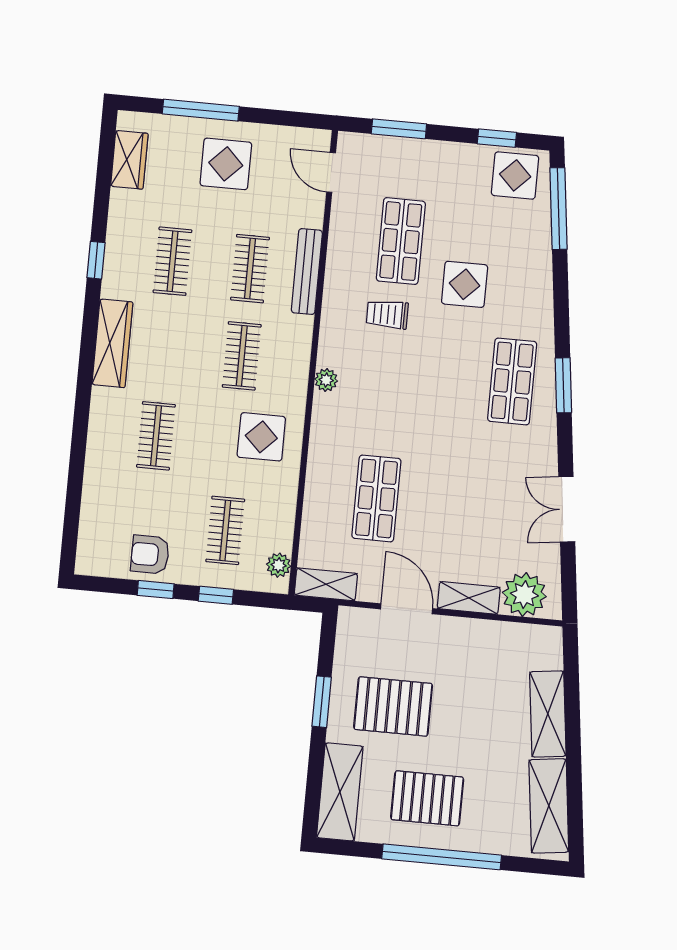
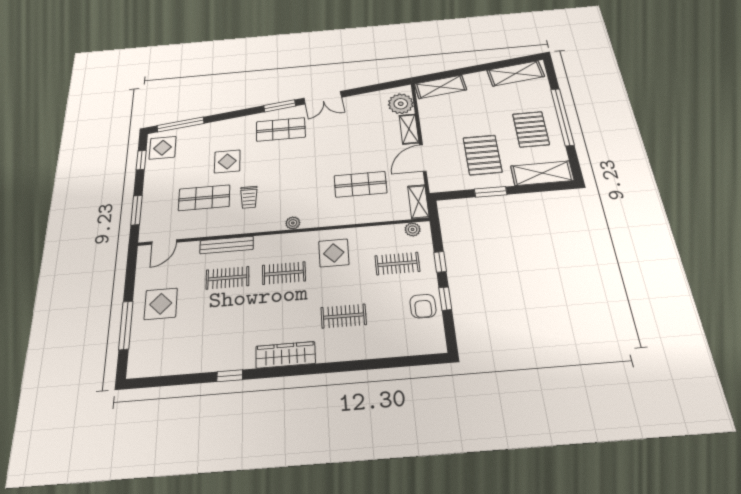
wardrobe: (129, 160) -> (160, 365), removed
clothes rail: (172, 261) -> (226, 326), removed
double door: (567, 509) -> (323, 98), moved
shelving: (548, 714) -> (440, 87), moved

